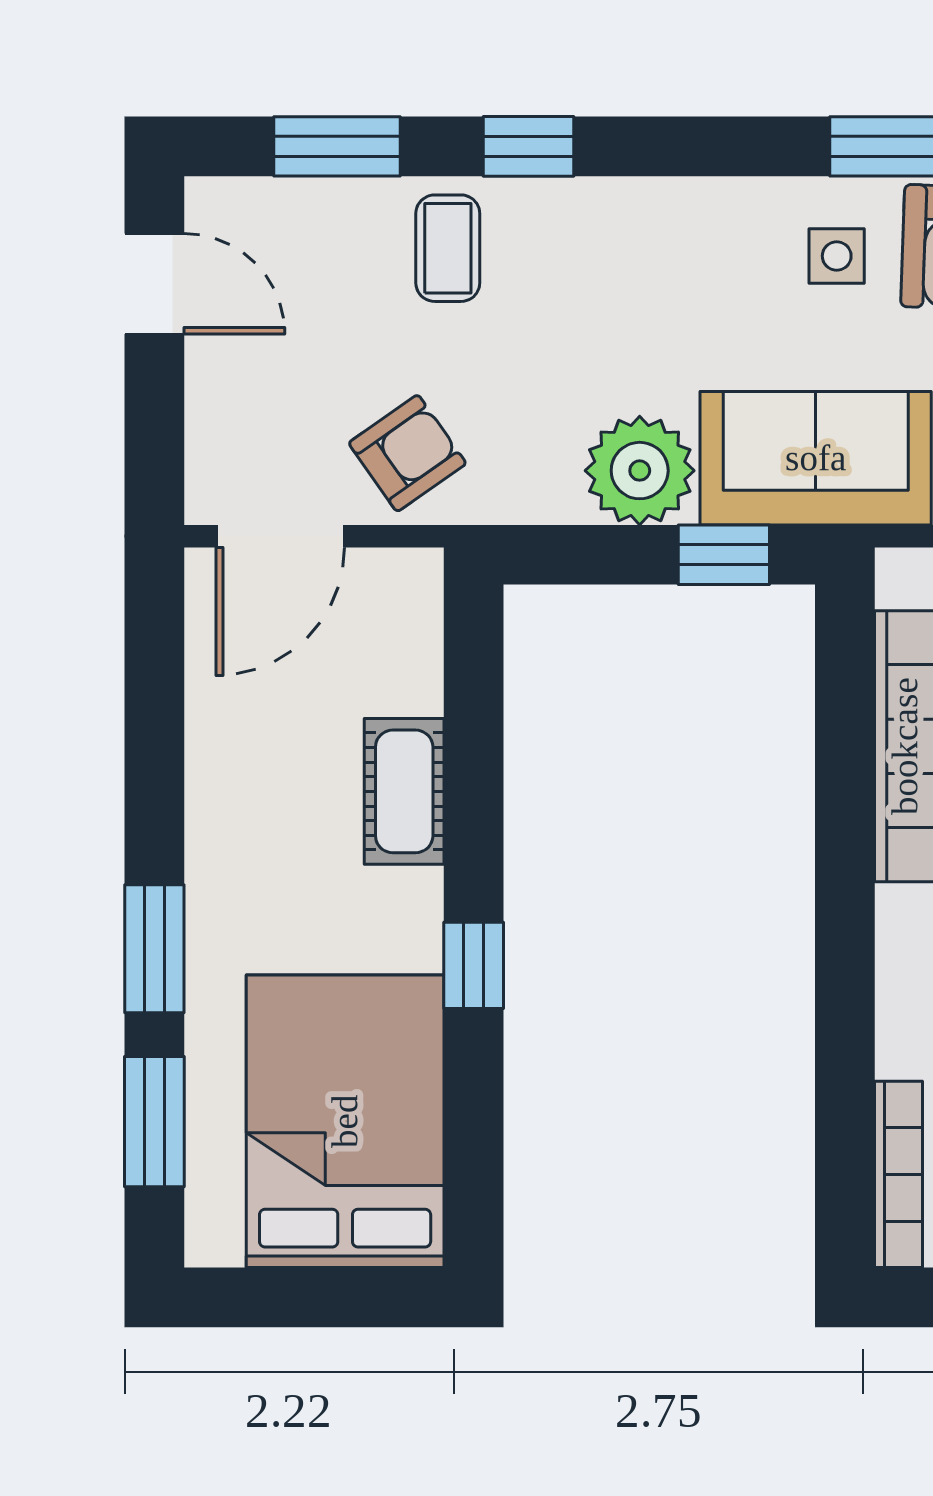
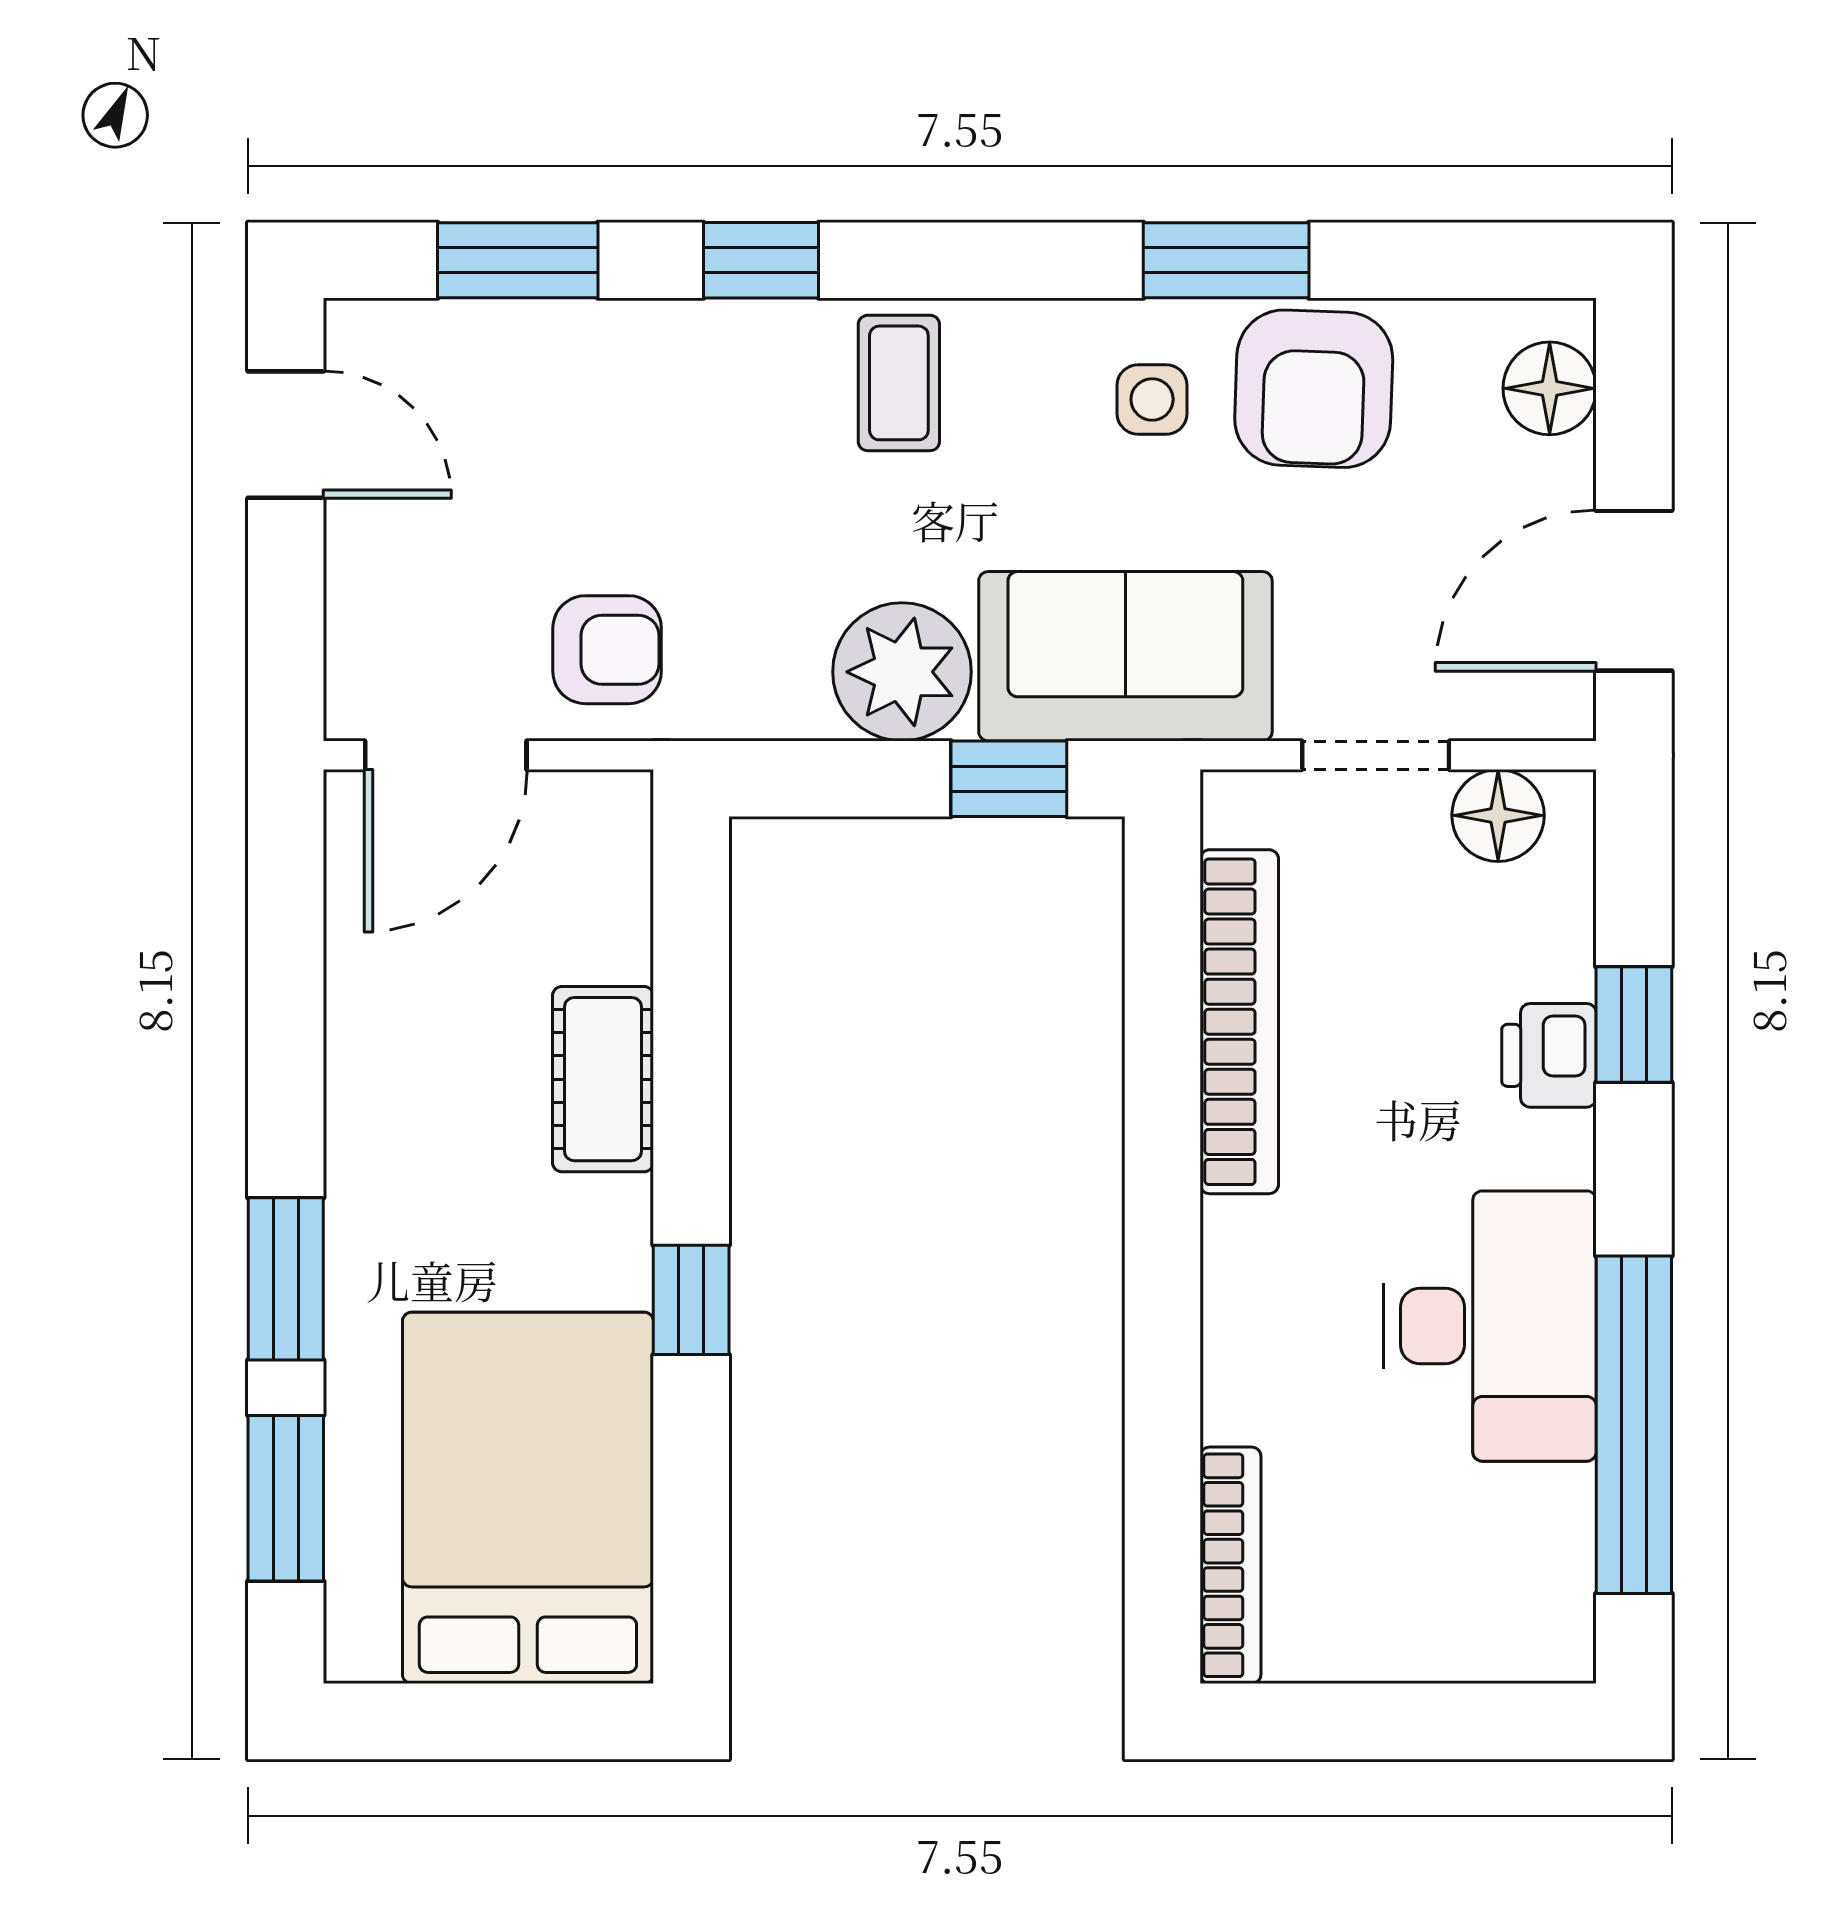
coffee table: (448, 248) -> (899, 383), moved
armchair: (407, 453) -> (607, 650), turned 35

